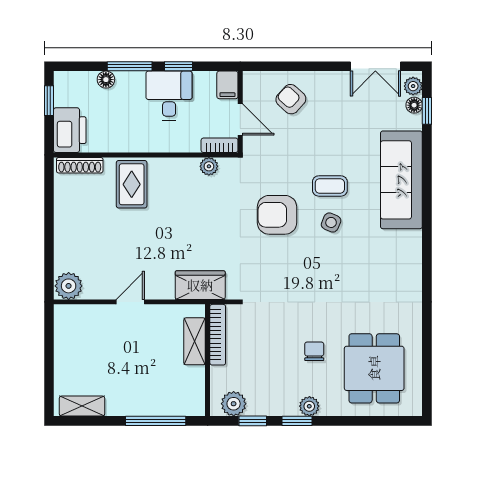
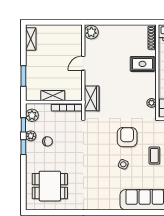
coffee table: (330, 186) -> (154, 156), moved
door: (130, 302) -> (83, 63), swing flipped
shelving: (195, 341) -> (53, 96), moved
chair: (314, 351) -> (47, 141), moved
plant: (309, 406) -> (31, 136), moved
window: (156, 421) -> (23, 76), width x0.69

